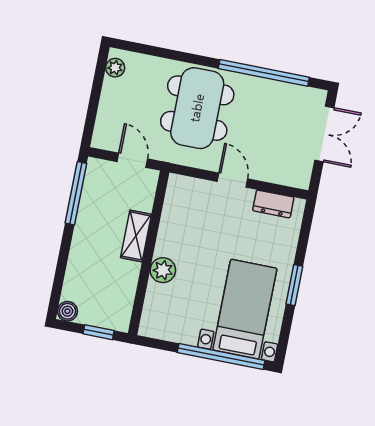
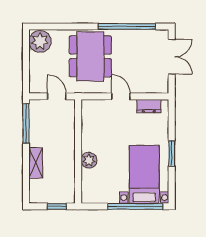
plant: (115, 68) -> (40, 41), width x1.88, depth x1.88
shelving: (136, 236) -> (36, 163), moved
boiler: (67, 311) -> (35, 197), removed

